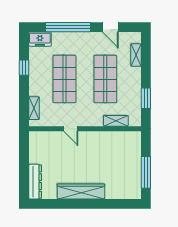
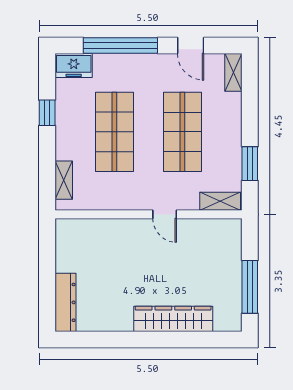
shelving: (136, 55) -> (233, 72), moved
shelving: (116, 121) -> (220, 201), moved
door: (71, 129) -> (165, 214), moved
wardrobe: (81, 191) -> (173, 319), moved

